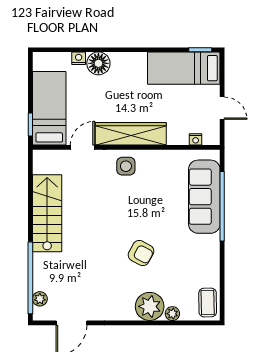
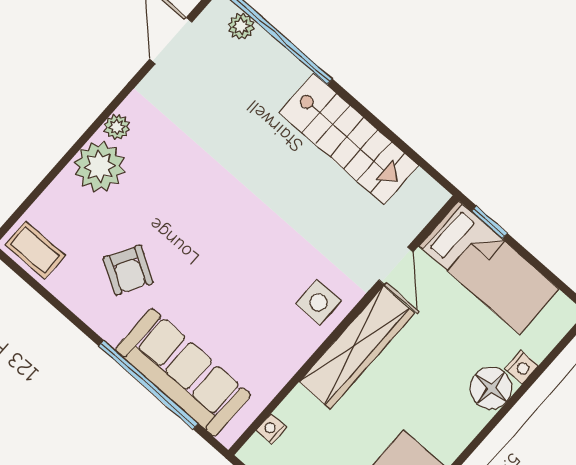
armchair: (141, 253) -> (128, 270), moved, turned -88
plant: (172, 314) -> (117, 127), moved

